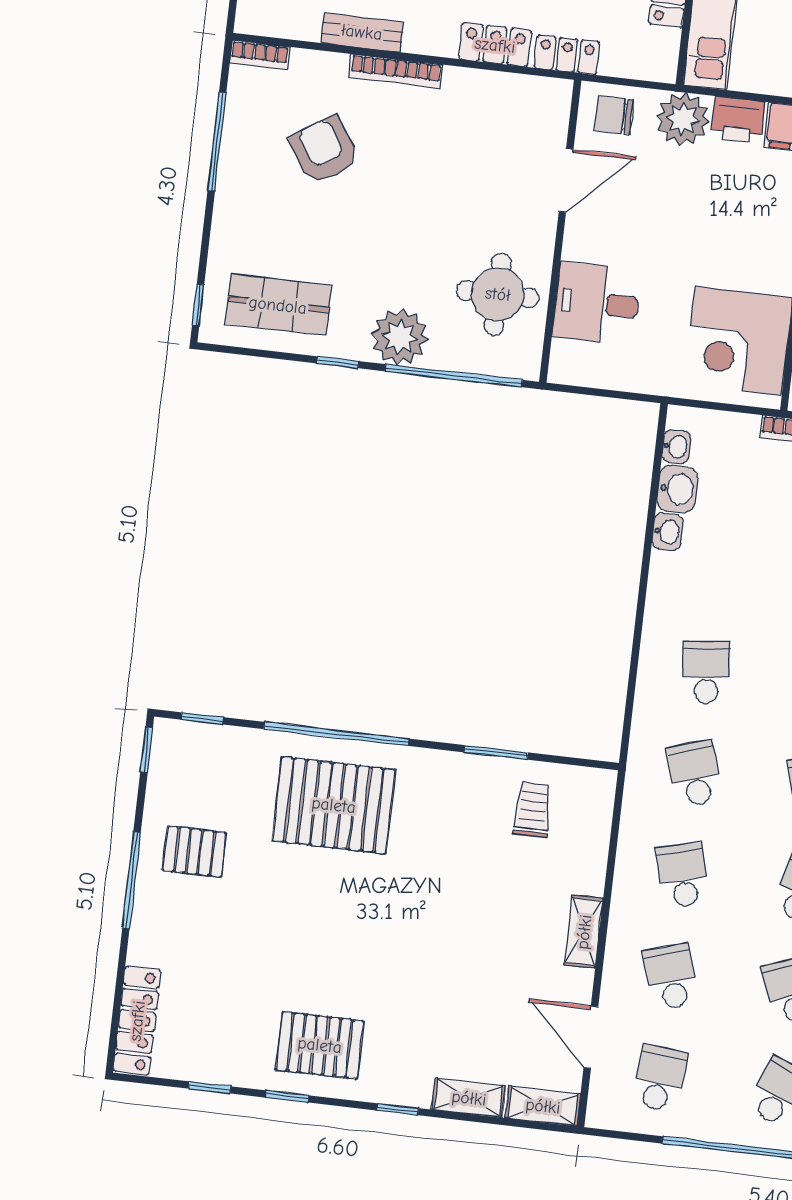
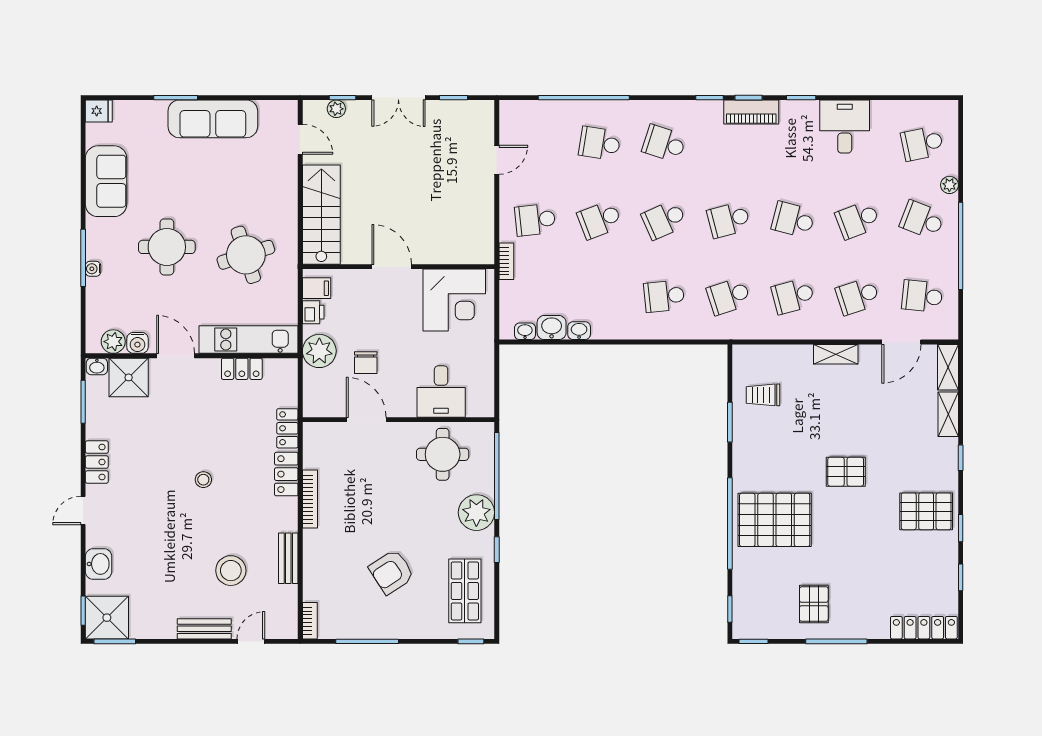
bookcase: (396, 71) -> (310, 499), moved
chair: (614, 115) -> (366, 363), moved
printer: (738, 120) -> (313, 312), width x0.73, depth x0.81
armchair: (324, 150) -> (392, 572), moved
pallet: (334, 805) -> (775, 520), turned 90
pallet: (397, 926) -> (846, 472), added
pallet: (320, 1045) -> (926, 511), turned 90

